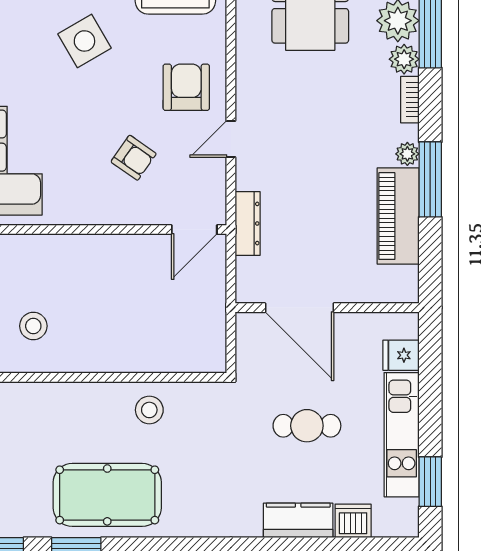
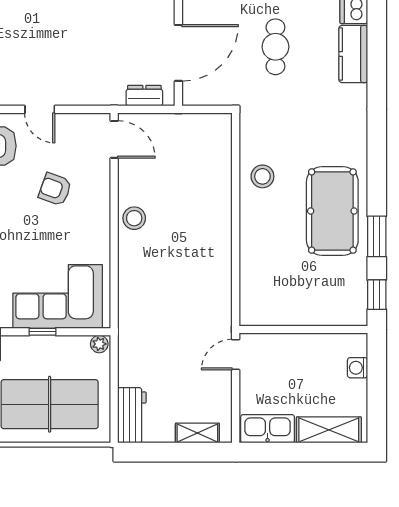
armchair: (134, 158) -> (55, 189), turned -105
dresser: (248, 223) -> (144, 96), moved, width x0.70
stool: (33, 326) -> (134, 218), moved

